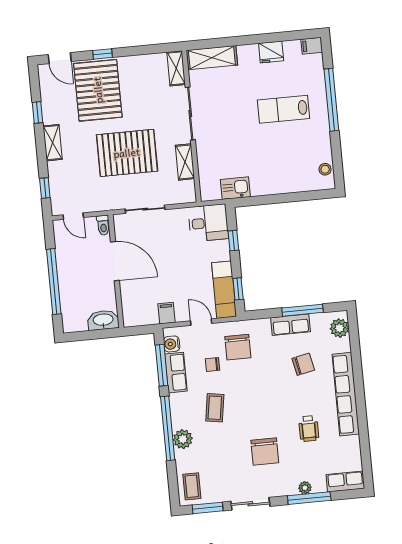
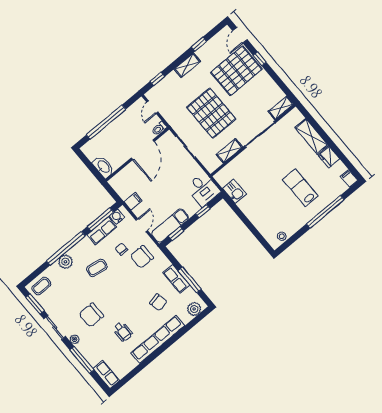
shelving: (212, 58) -> (312, 136), moved
wheelchair: (309, 428) -> (123, 332), turned -90
plant: (305, 488) -> (74, 339), moved

